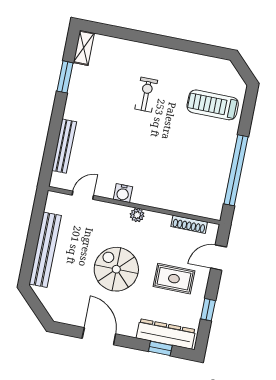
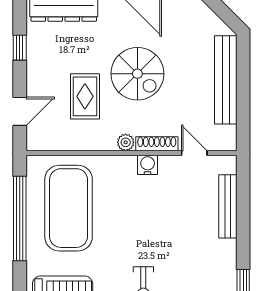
exercise mat: (194, 171) -> (69, 208), added
door: (83, 195) -> (194, 153), swing flipped
shoe rack: (189, 224) -> (157, 144), moved
rug: (174, 279) -> (85, 96), moved, turned 90

